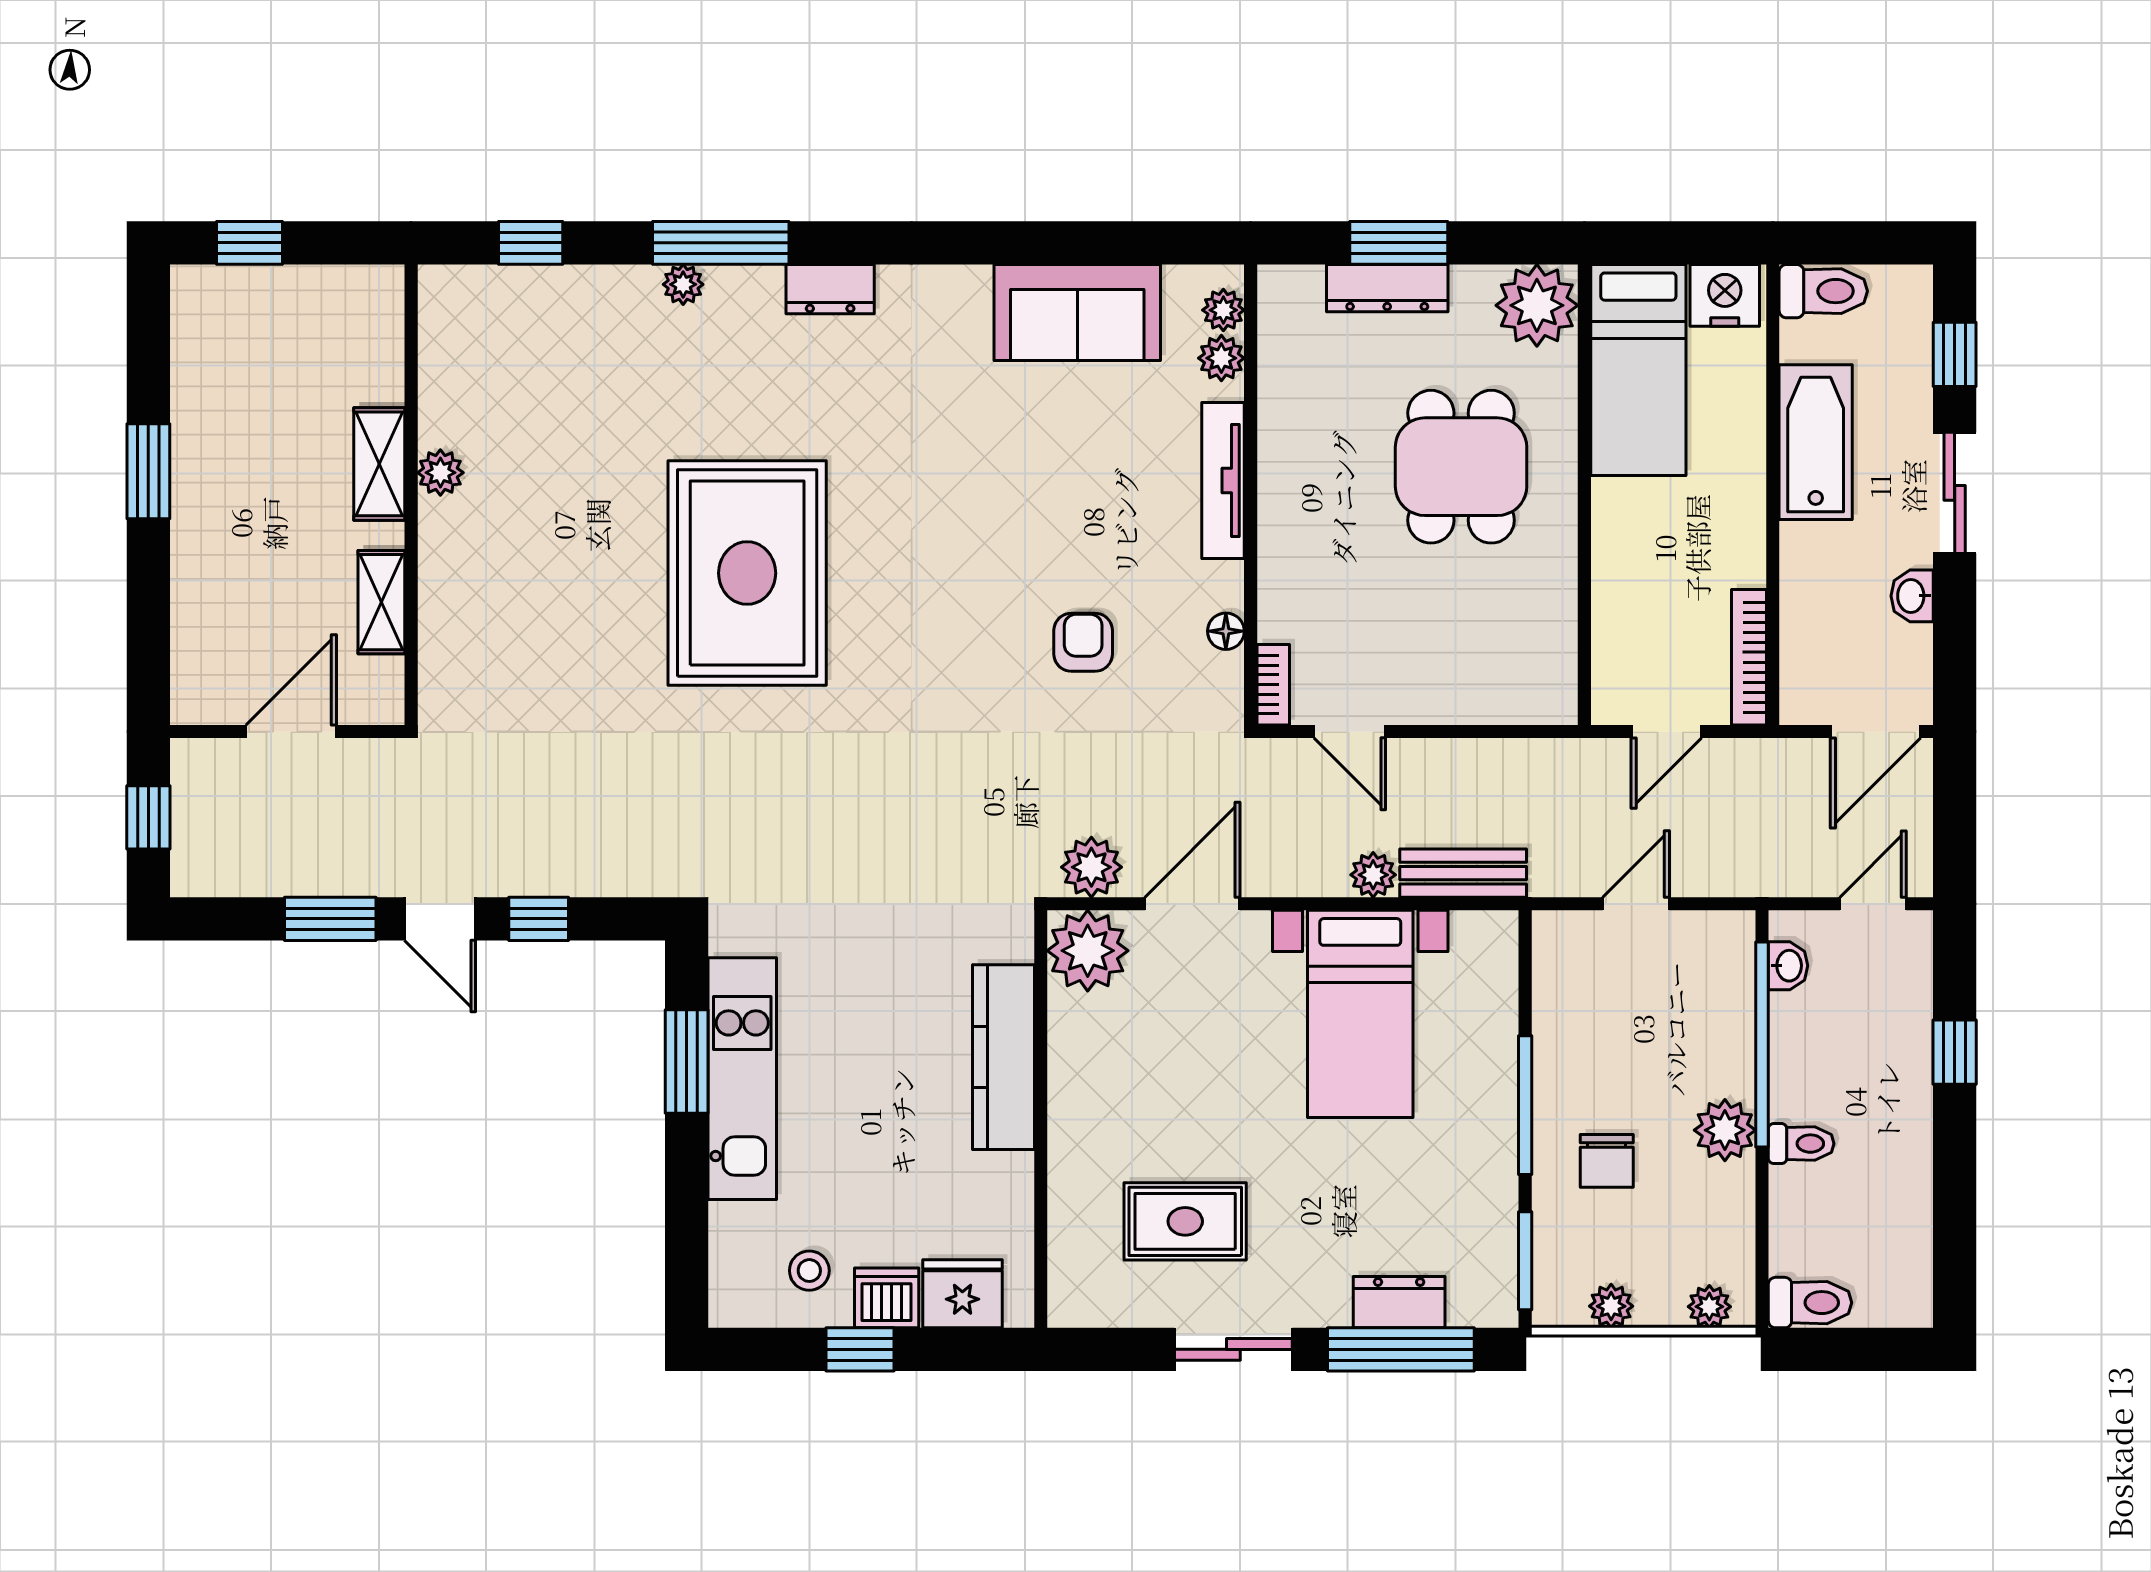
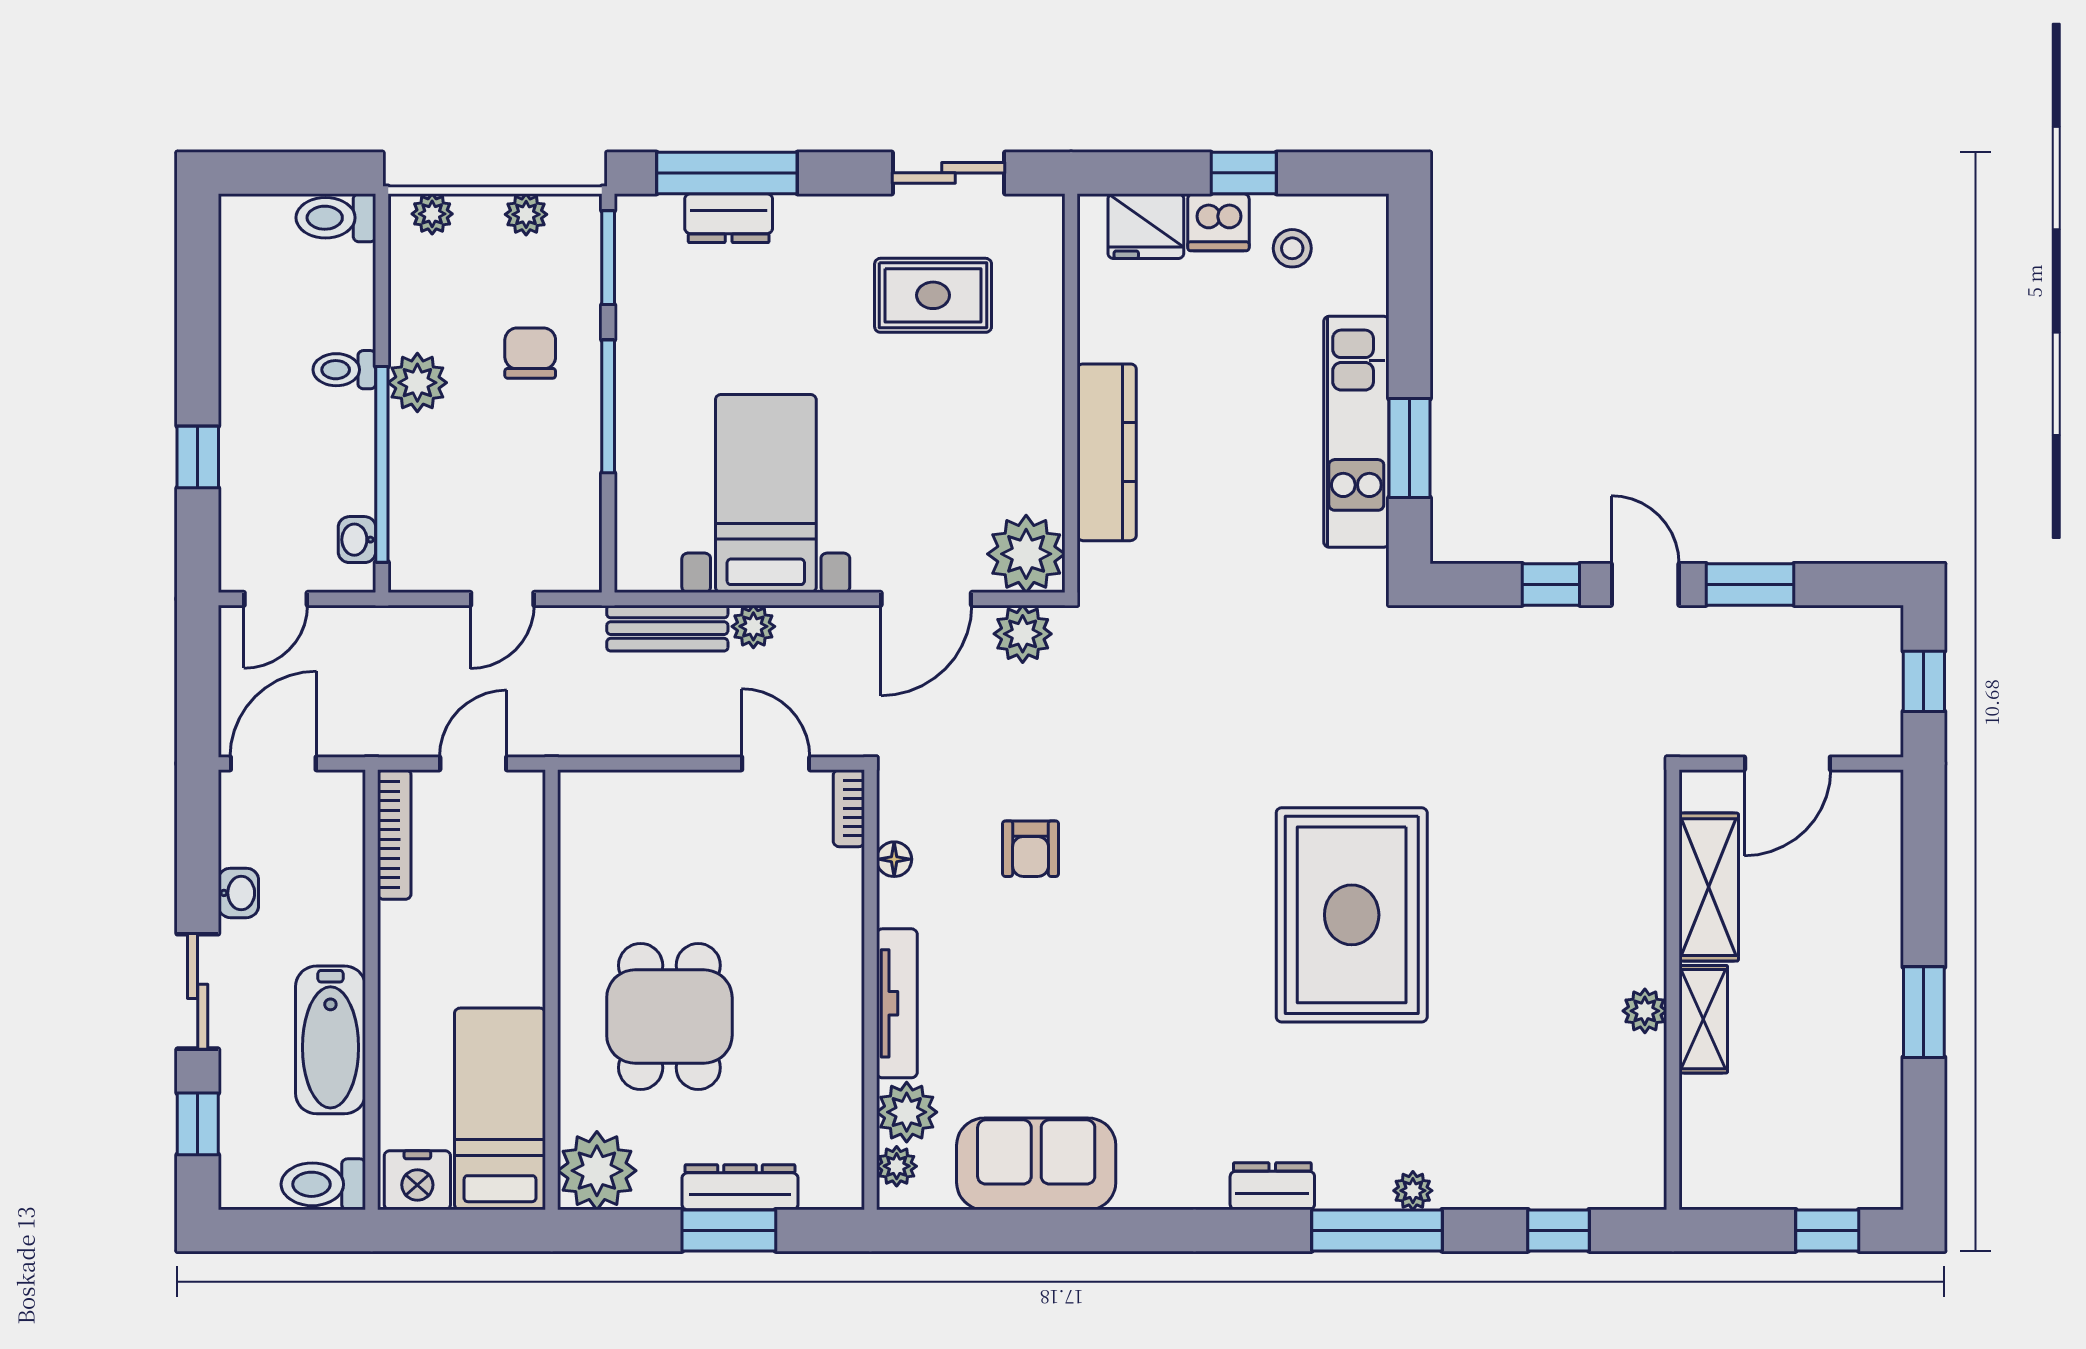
plant: (1221, 358) -> (907, 1112), width x1.38, depth x1.38
shelving: (381, 602) -> (1709, 887), width x1.50, depth x1.33
sliding door: (1233, 1349) -> (948, 173), moved

